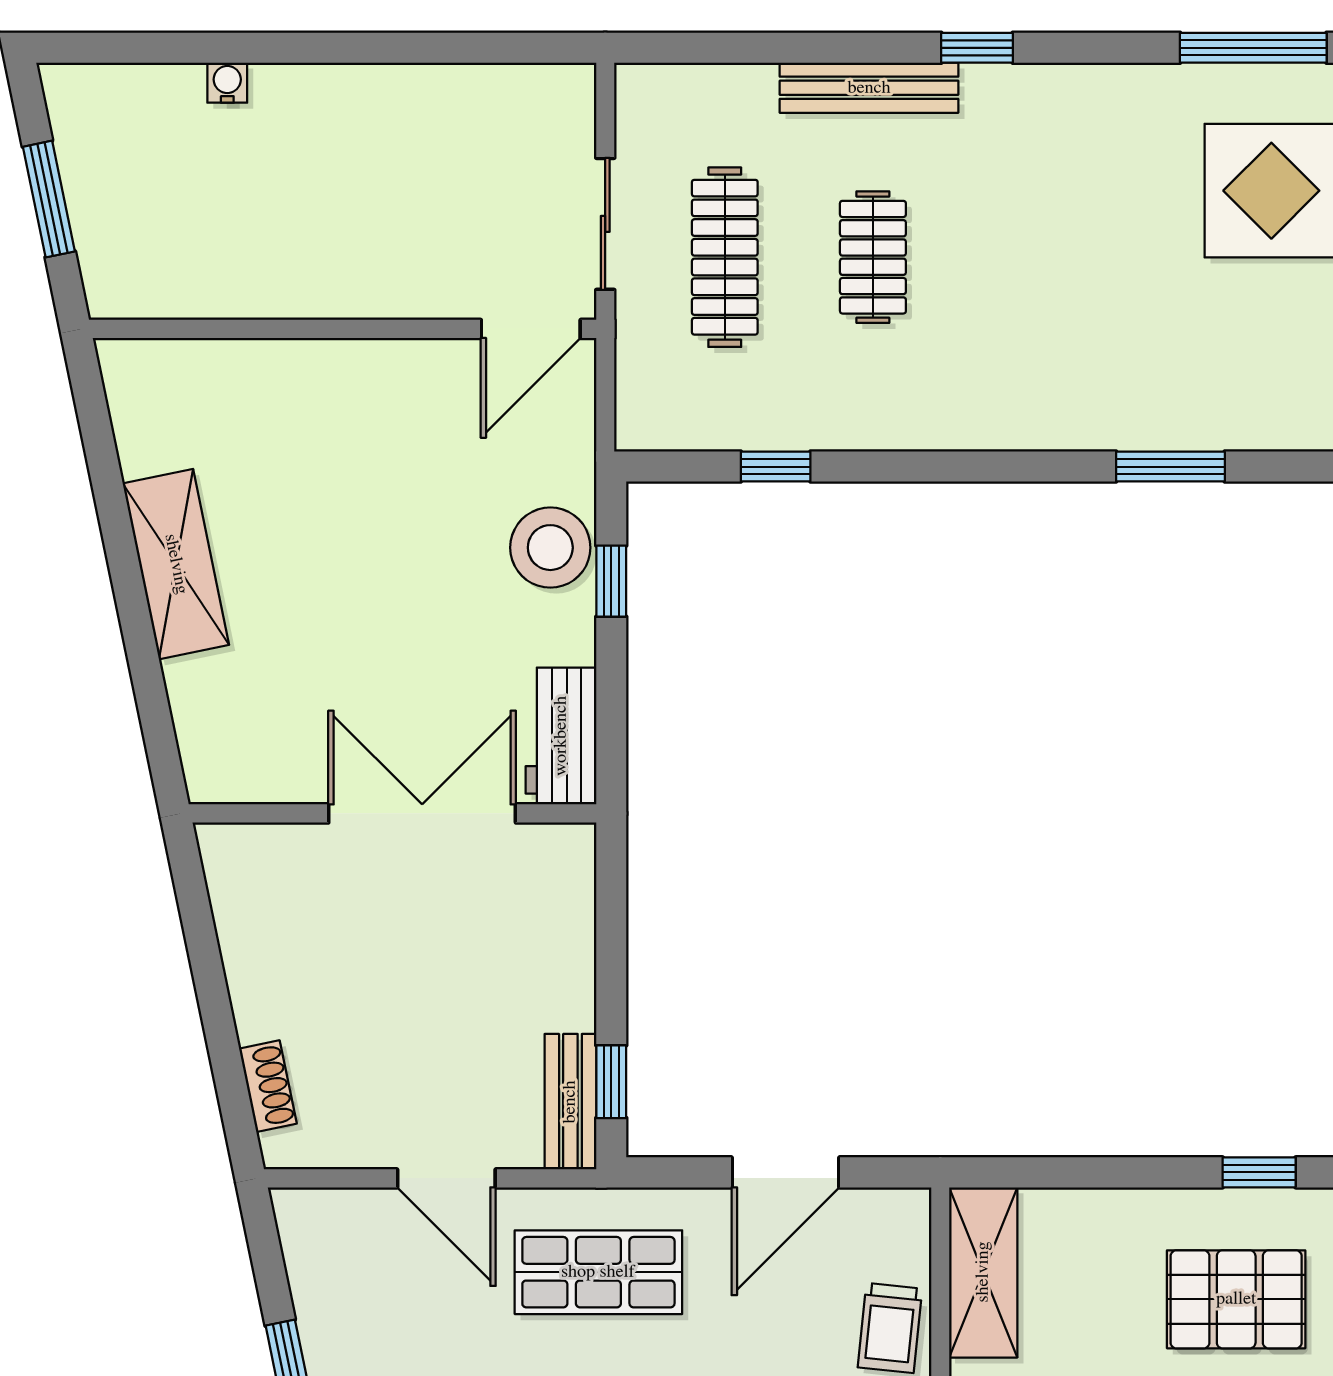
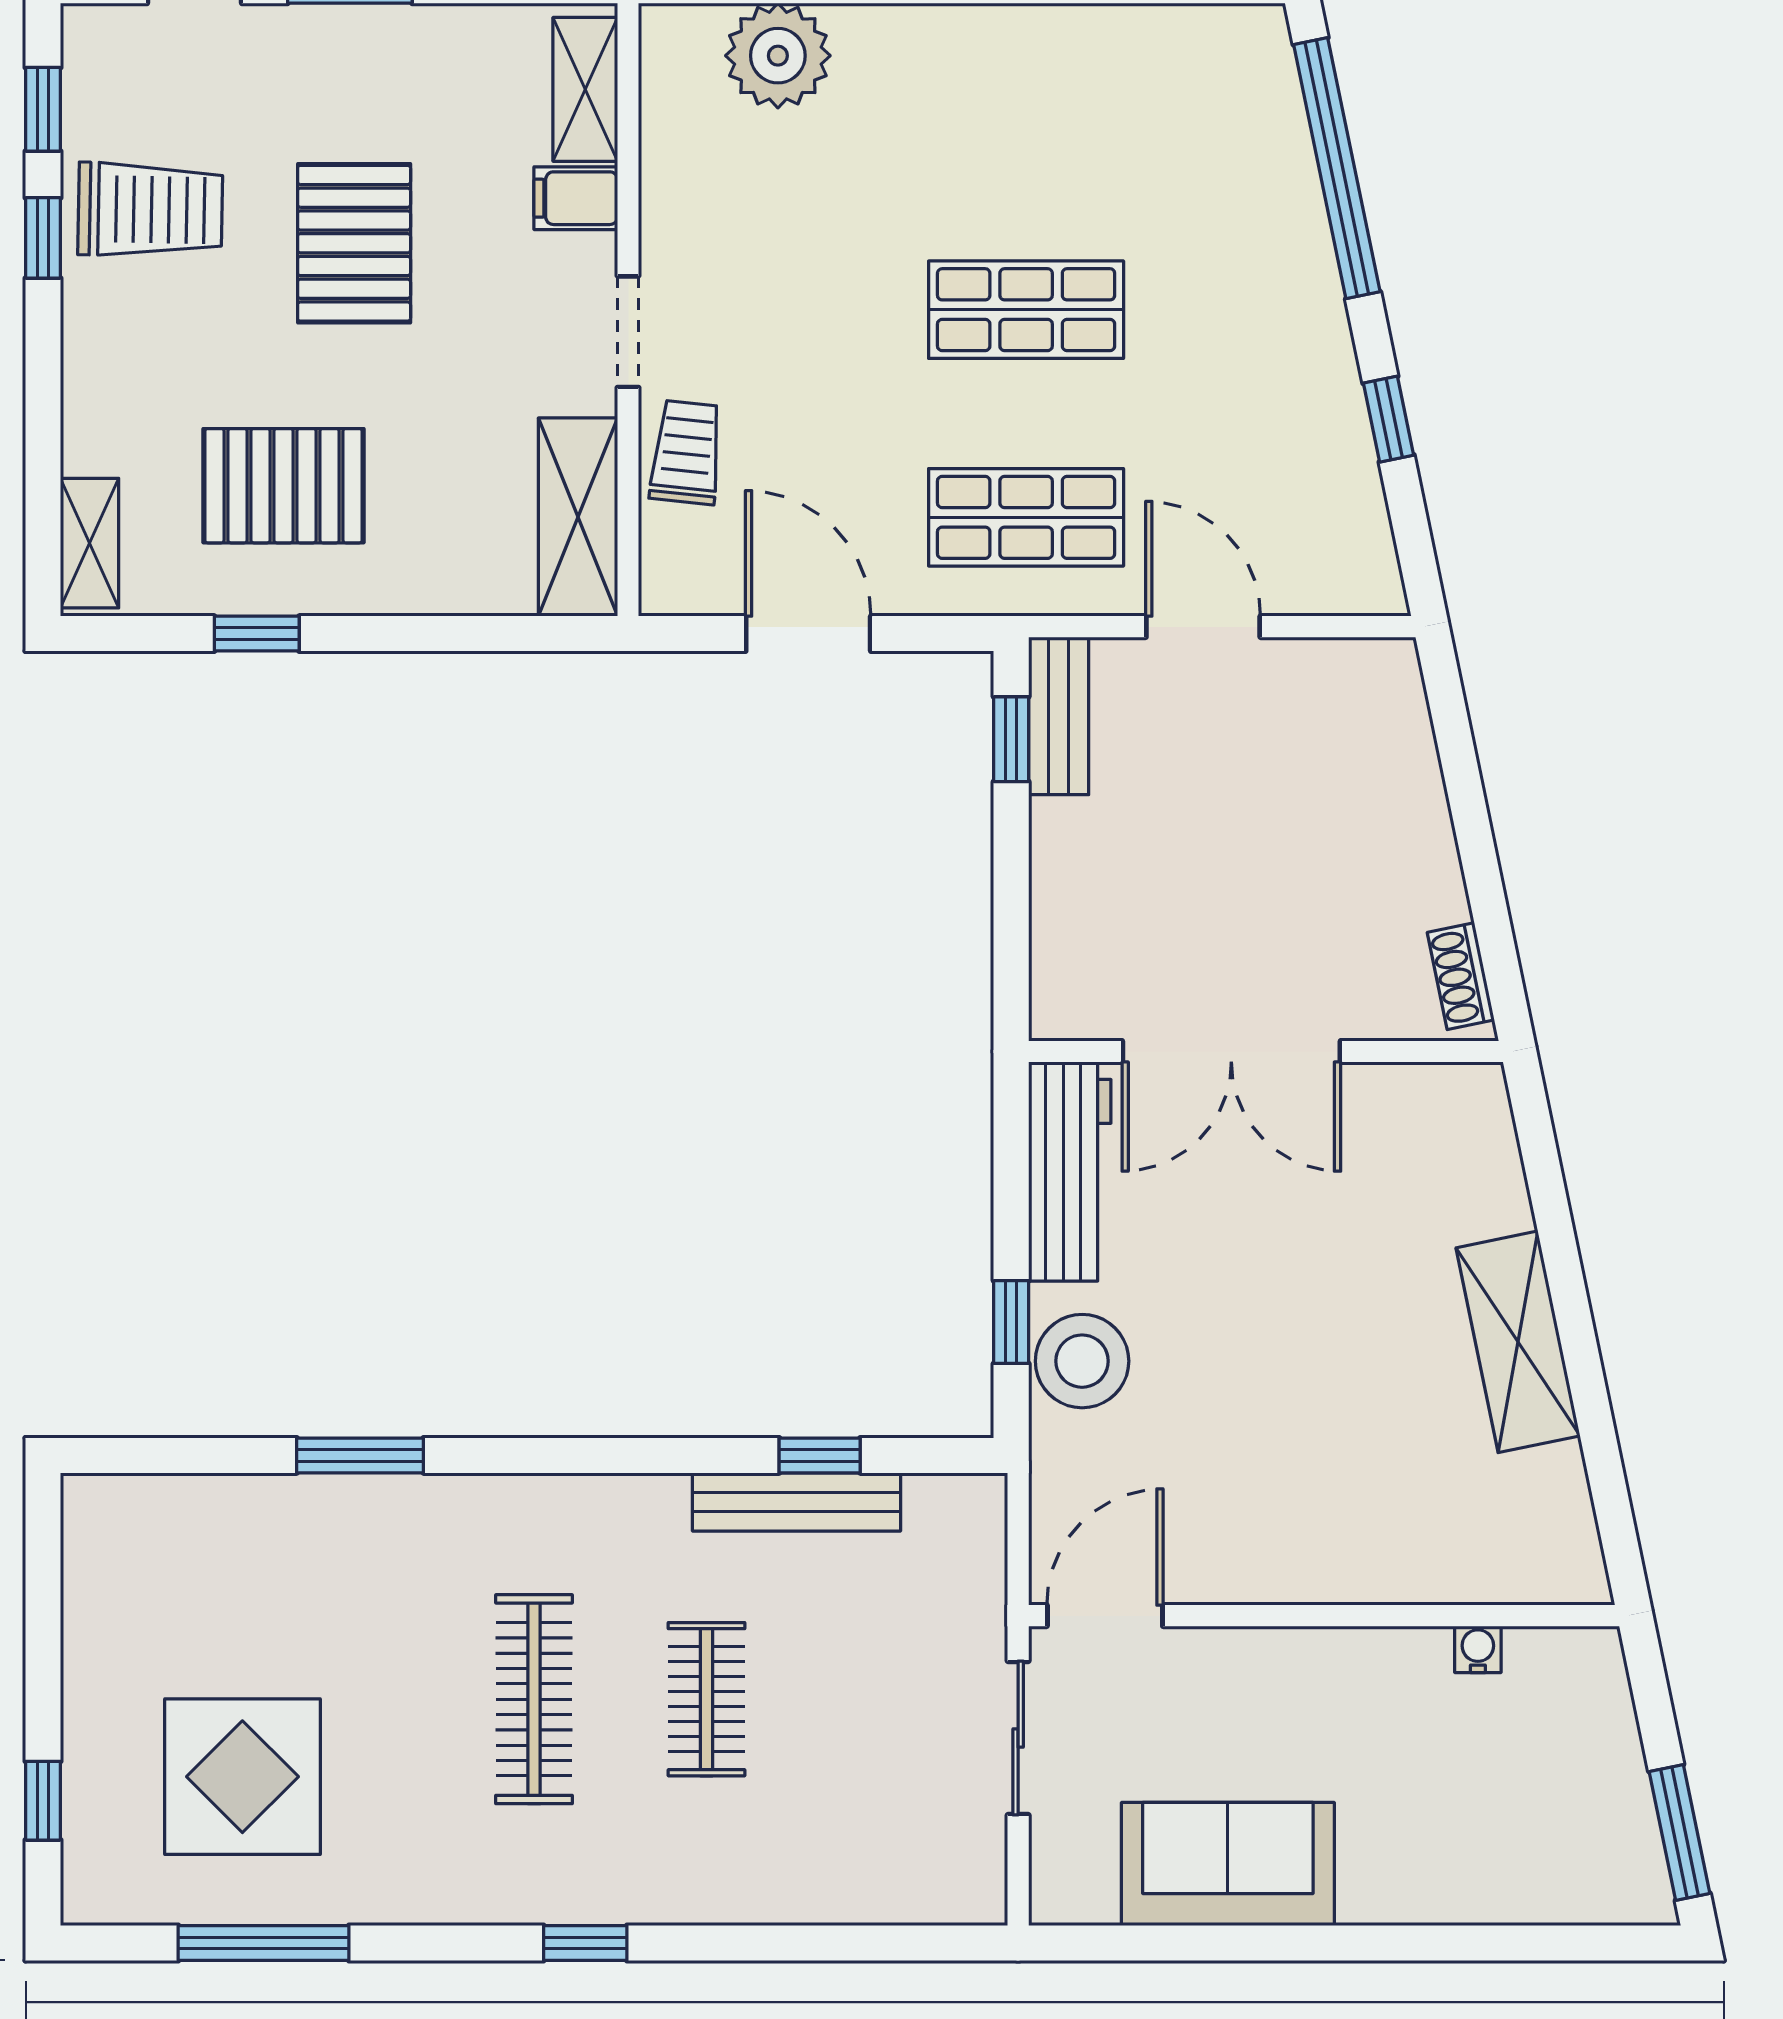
water cooler: (227, 83) -> (1478, 1649), moved, turned 180
bench: (869, 88) -> (797, 1502), moved
sofa: (425, 116) -> (1228, 1864), added
window: (49, 199) -> (1680, 1832), moved
clothes rail: (725, 257) -> (534, 1699), moved
workbench: (561, 736) -> (1070, 1172), width x1.38
shoe rack: (268, 1086) -> (1461, 976), moved
door: (786, 1172) -> (808, 634), hinge flipped

